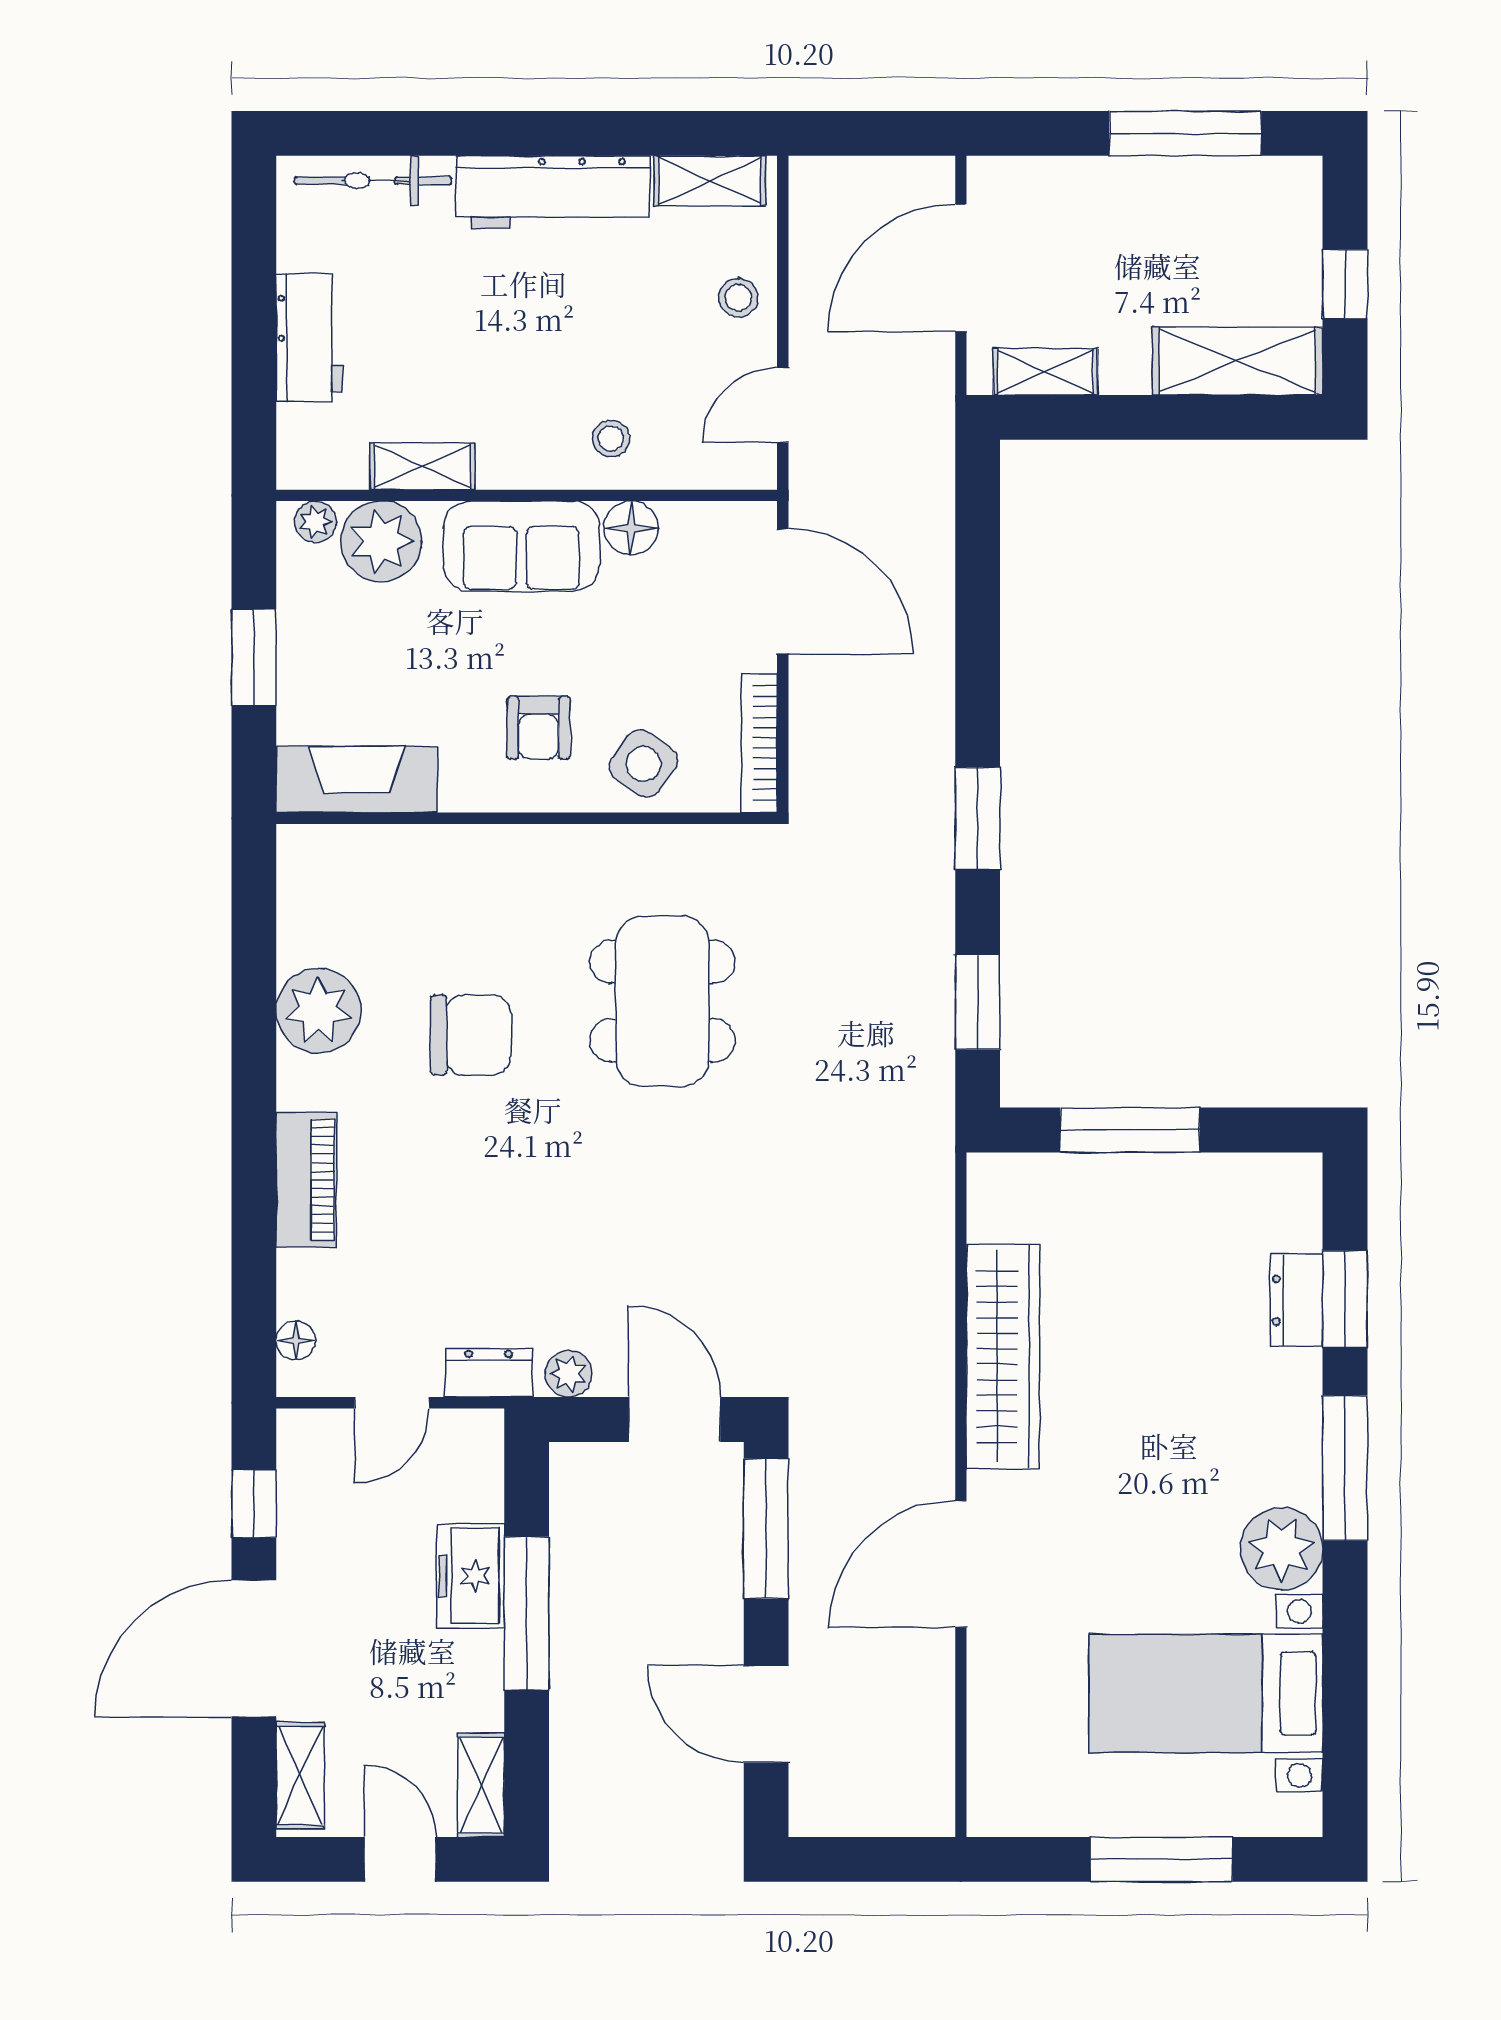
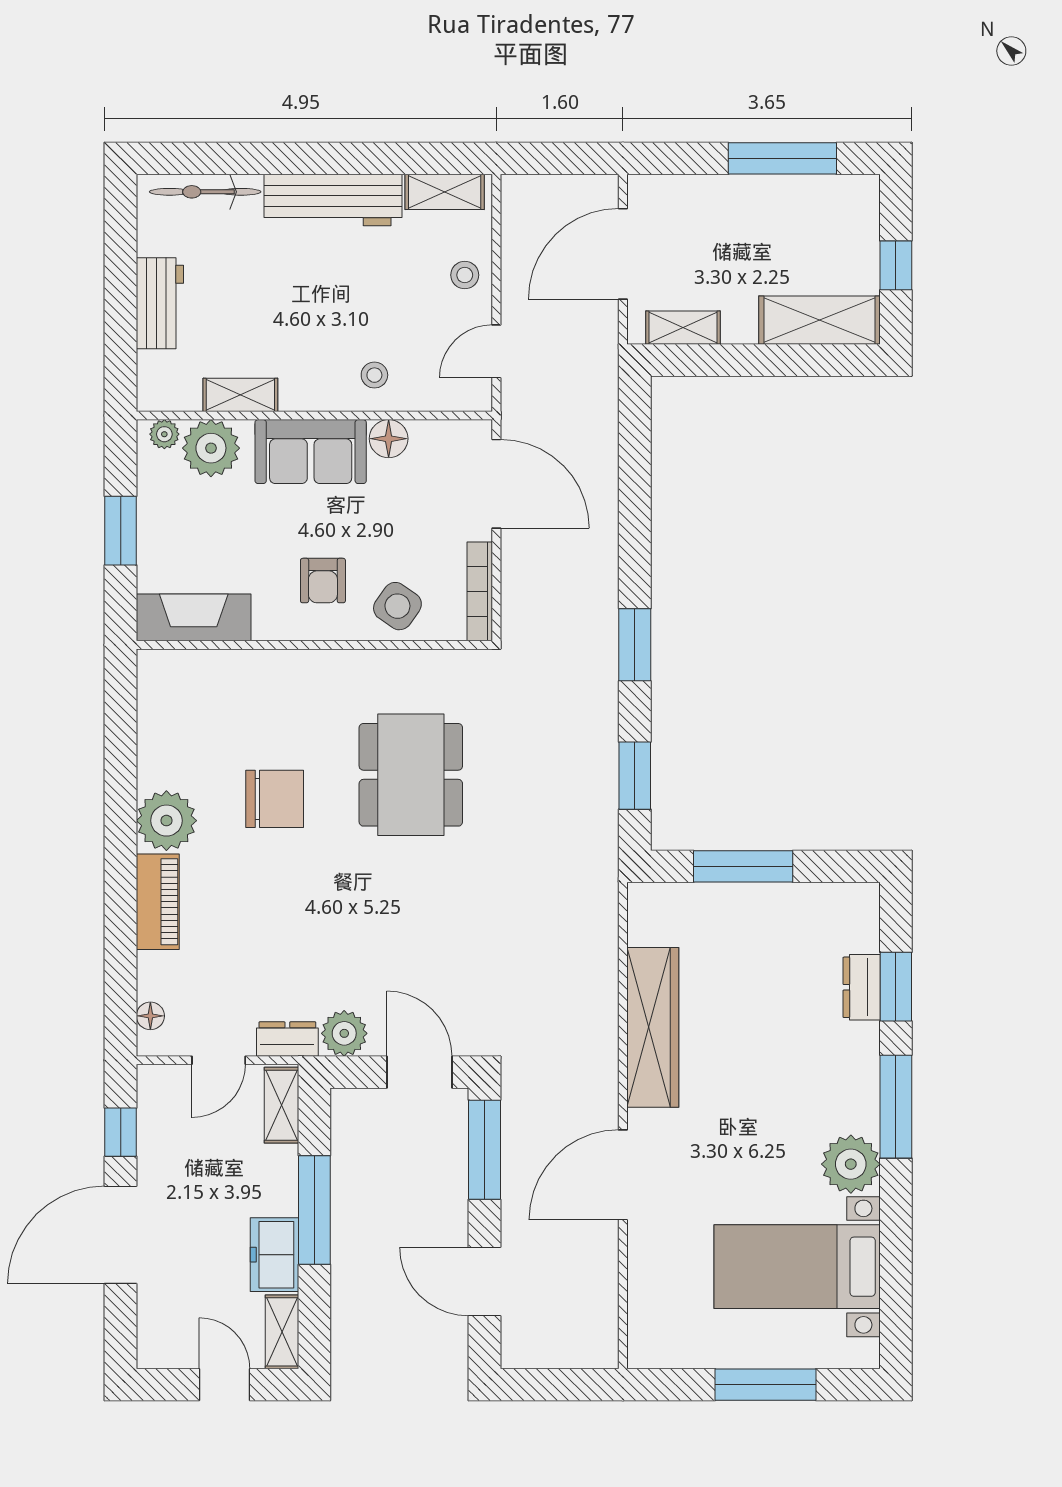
plant: (318, 1011) -> (166, 821), moved
plant: (569, 1374) -> (344, 1033), width x1.38, depth x1.38
freezer: (470, 1576) -> (274, 1255), moved
shelving: (300, 1776) -> (282, 1105), moved

